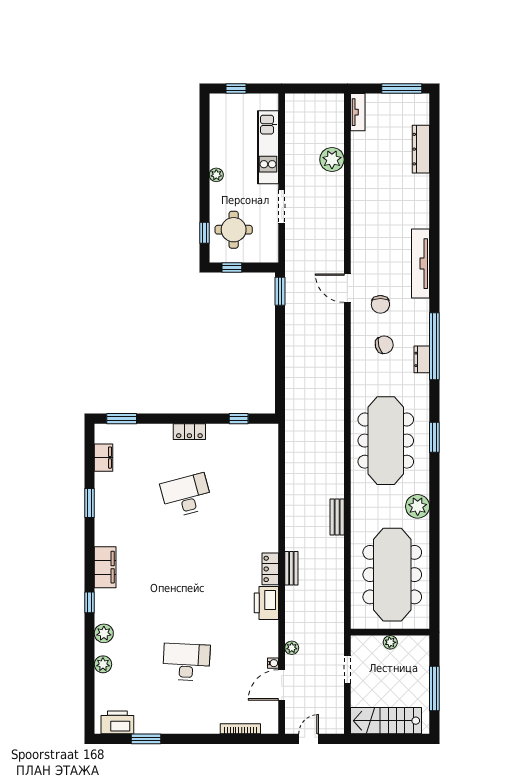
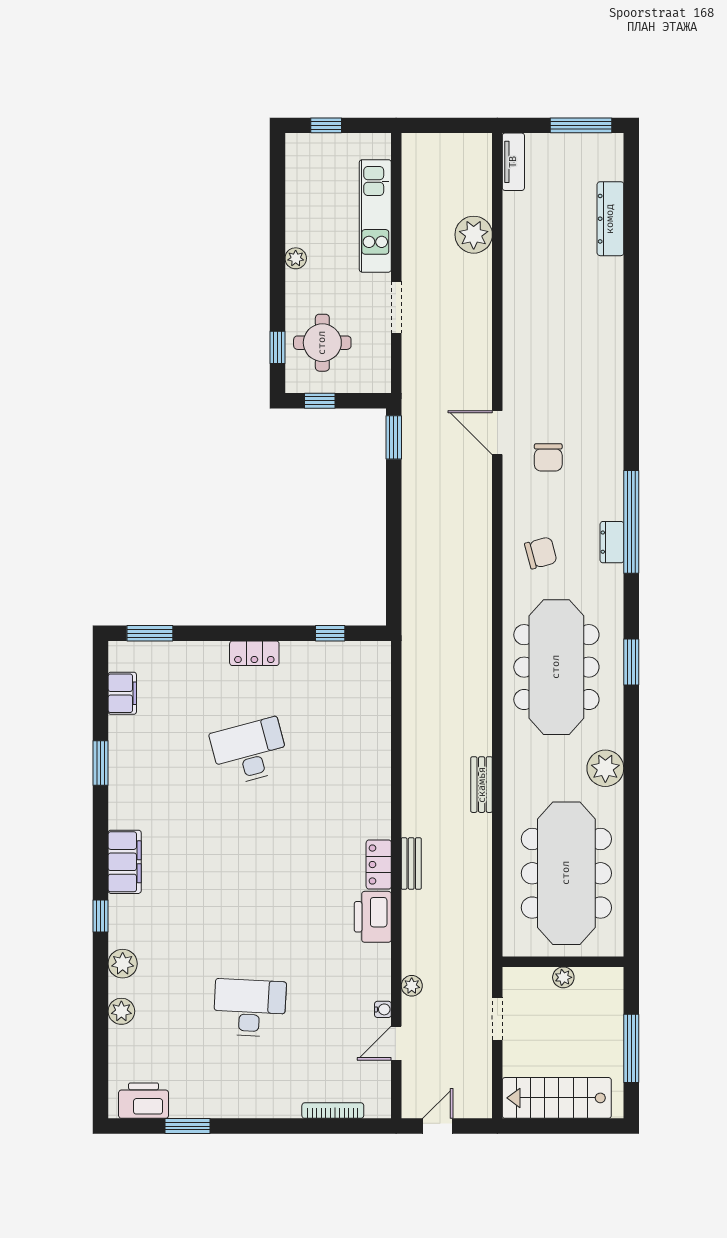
tv unit: (421, 264) -> (610, 395), removed
chair: (384, 345) -> (541, 553), moved
door: (282, 685) -> (396, 1043), width x0.73

